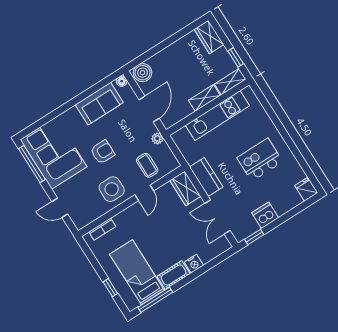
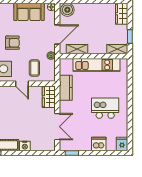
shelving: (204, 98) -> (77, 49), moved
kitchen counter: (206, 177) -> (66, 88), moved
door: (144, 193) -> (22, 84), hinge flipped
dishwasher: (265, 215) -> (99, 144), moved
double door: (217, 217) -> (57, 127), swing flipped

